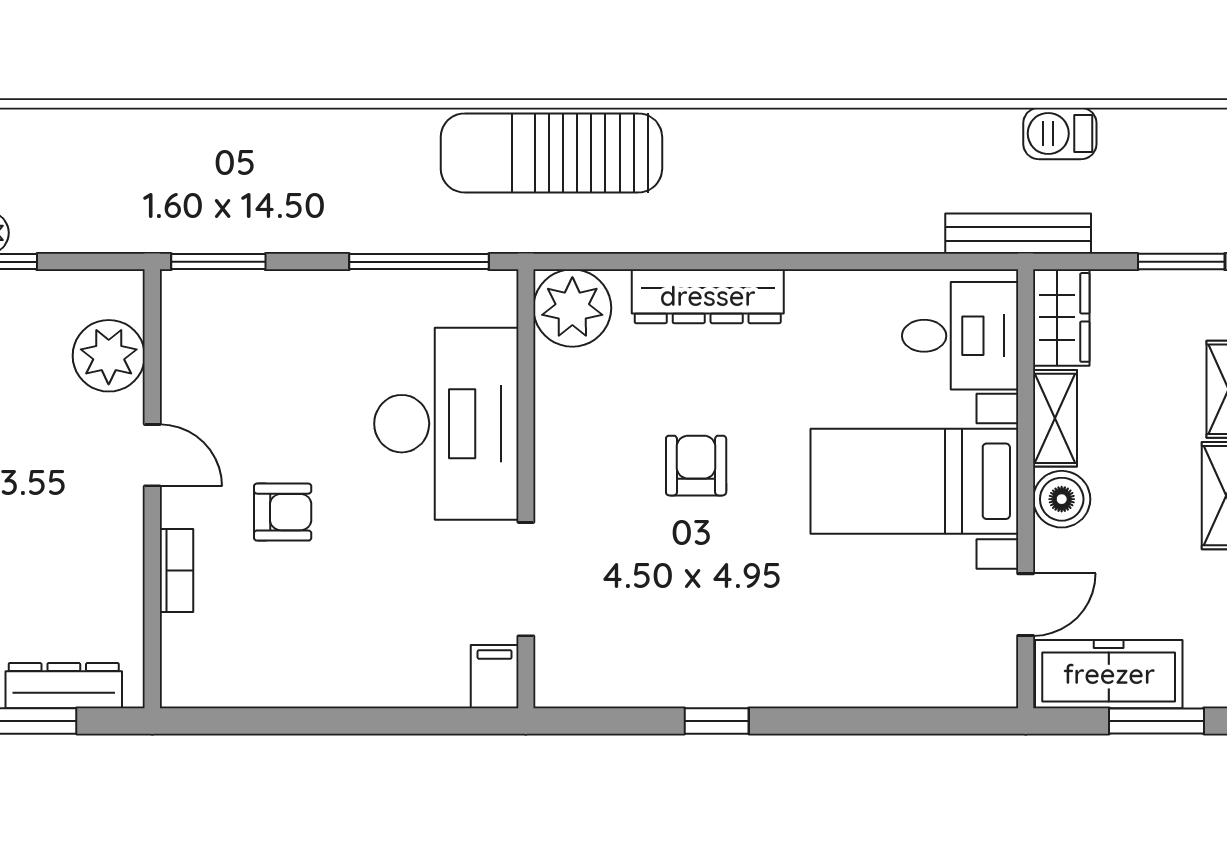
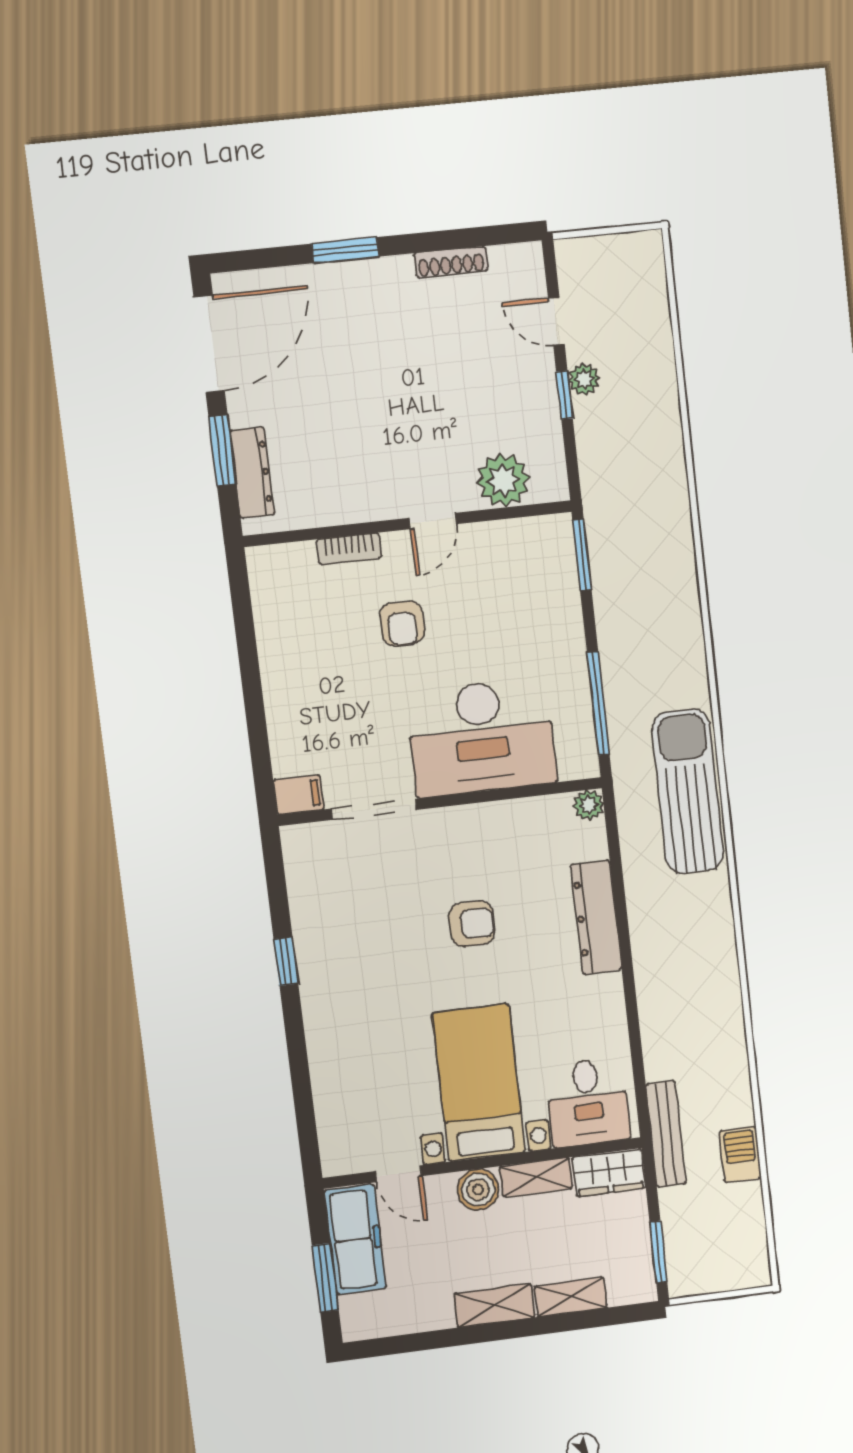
plant: (572, 308) -> (588, 805), width x0.53, depth x0.53

